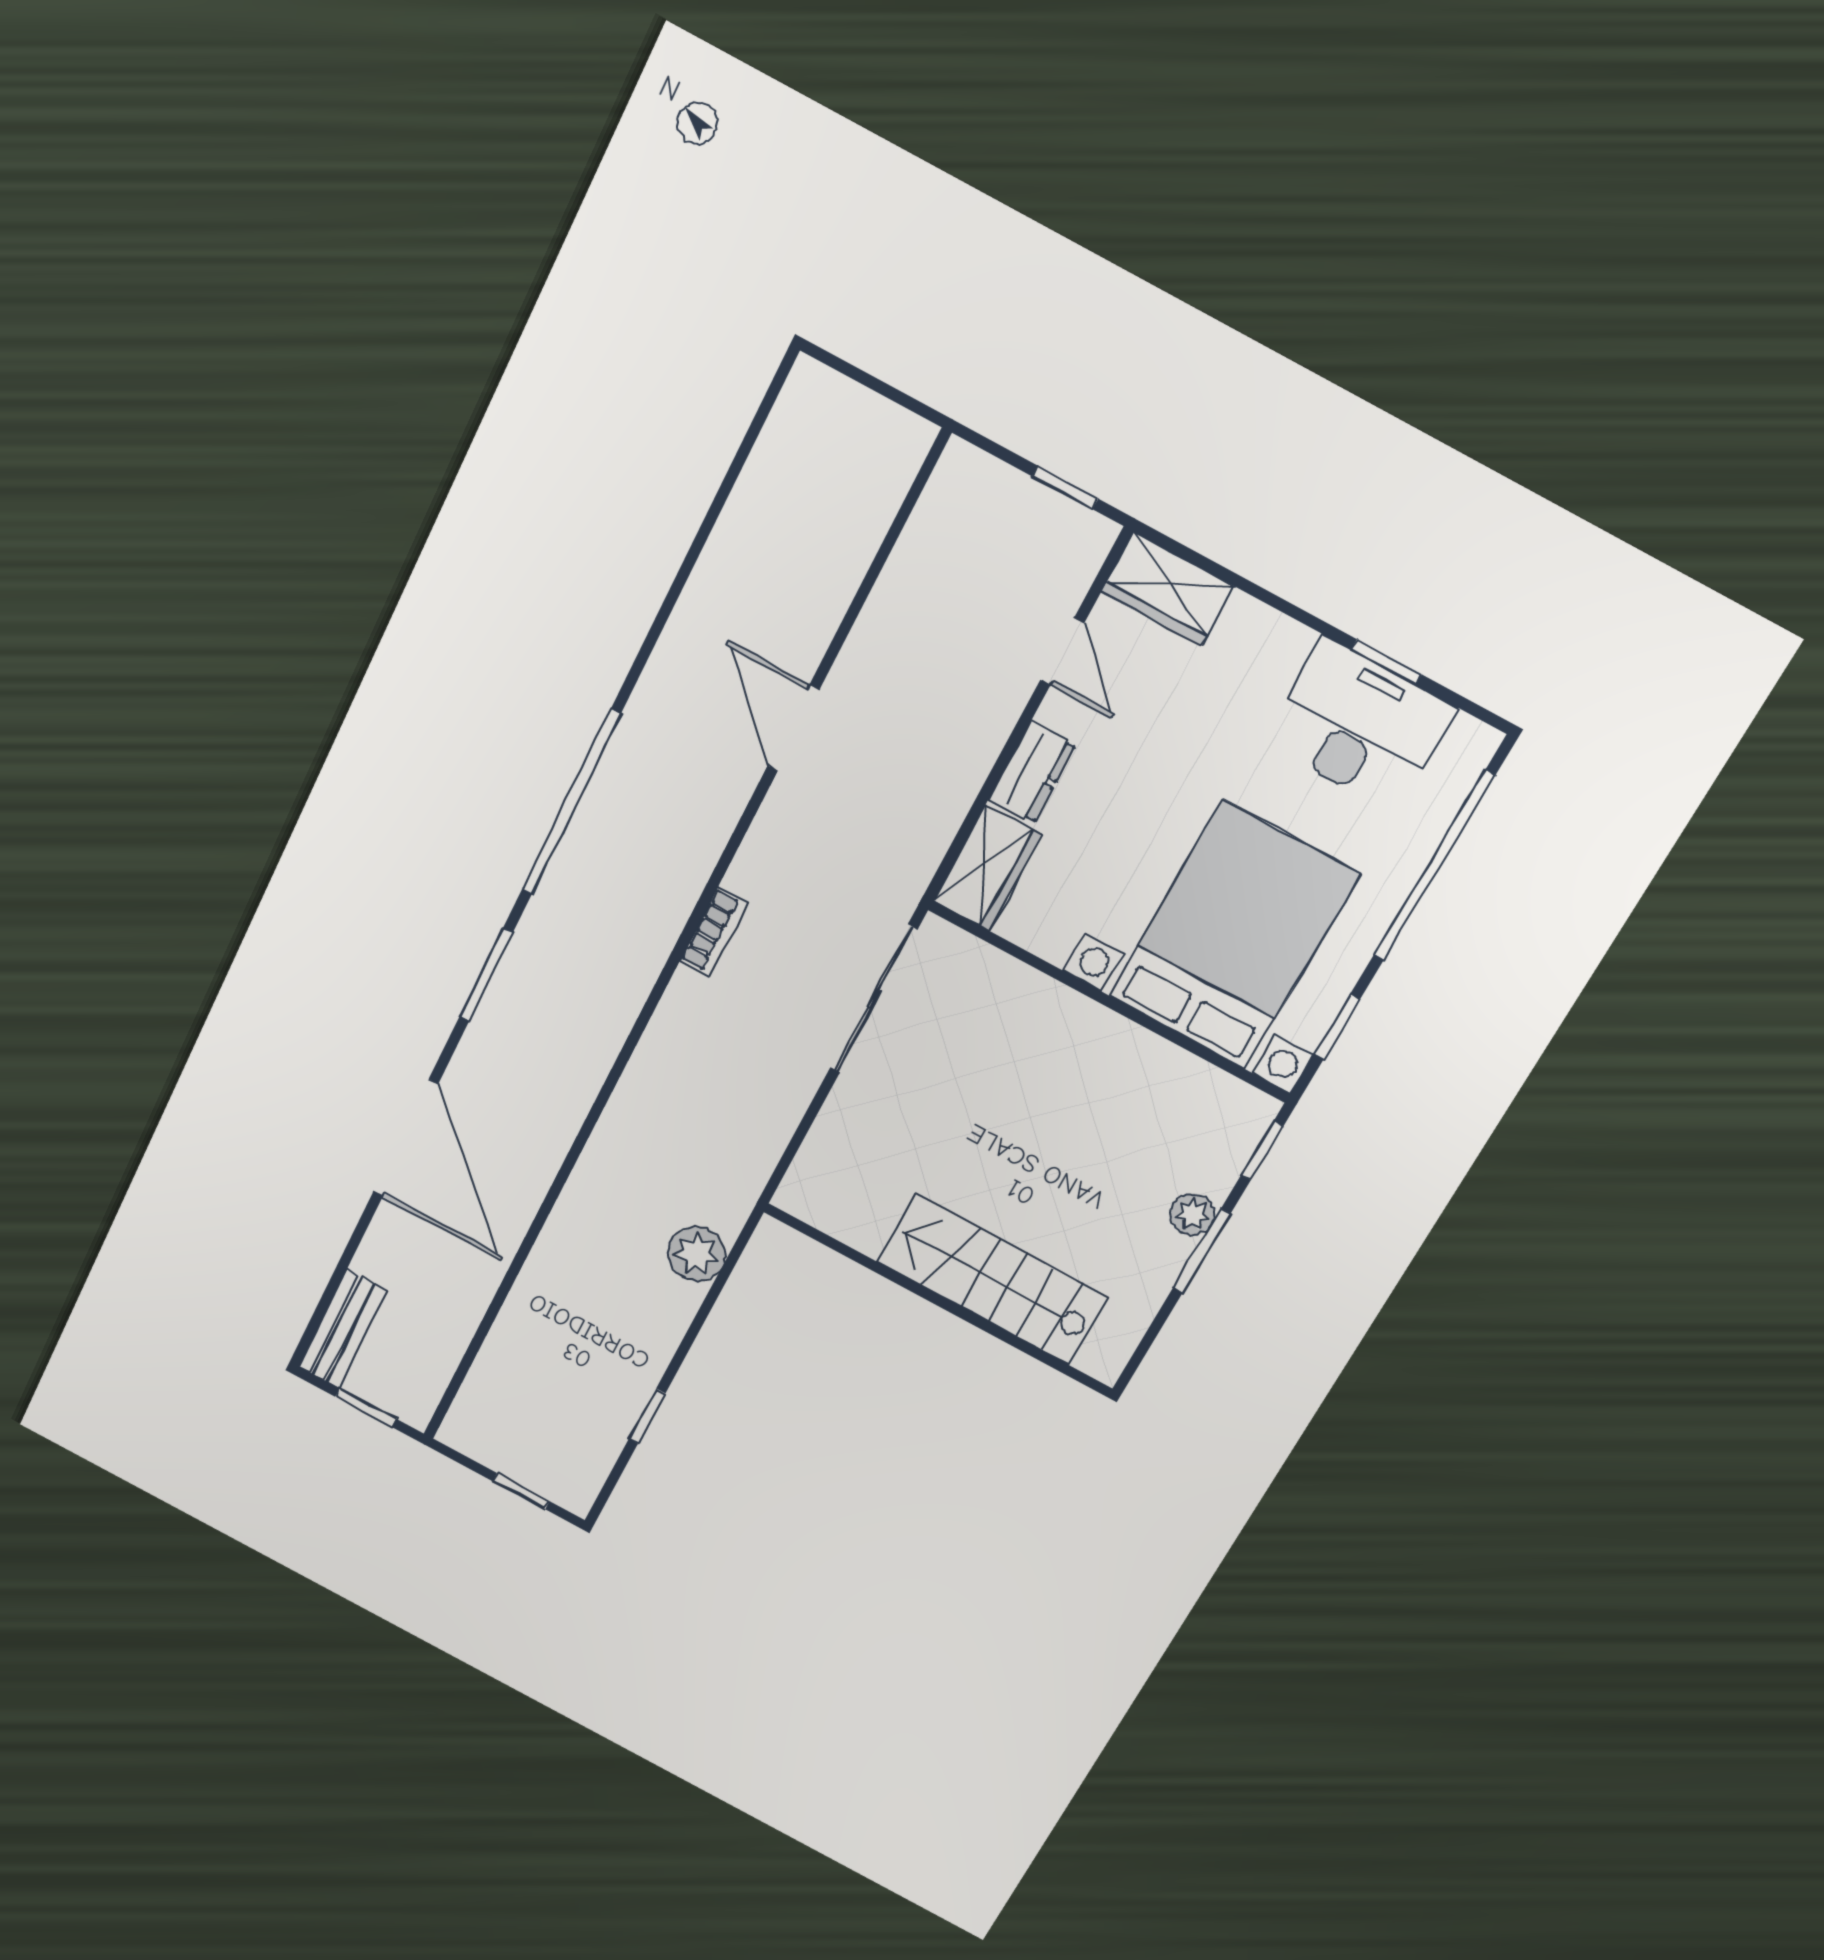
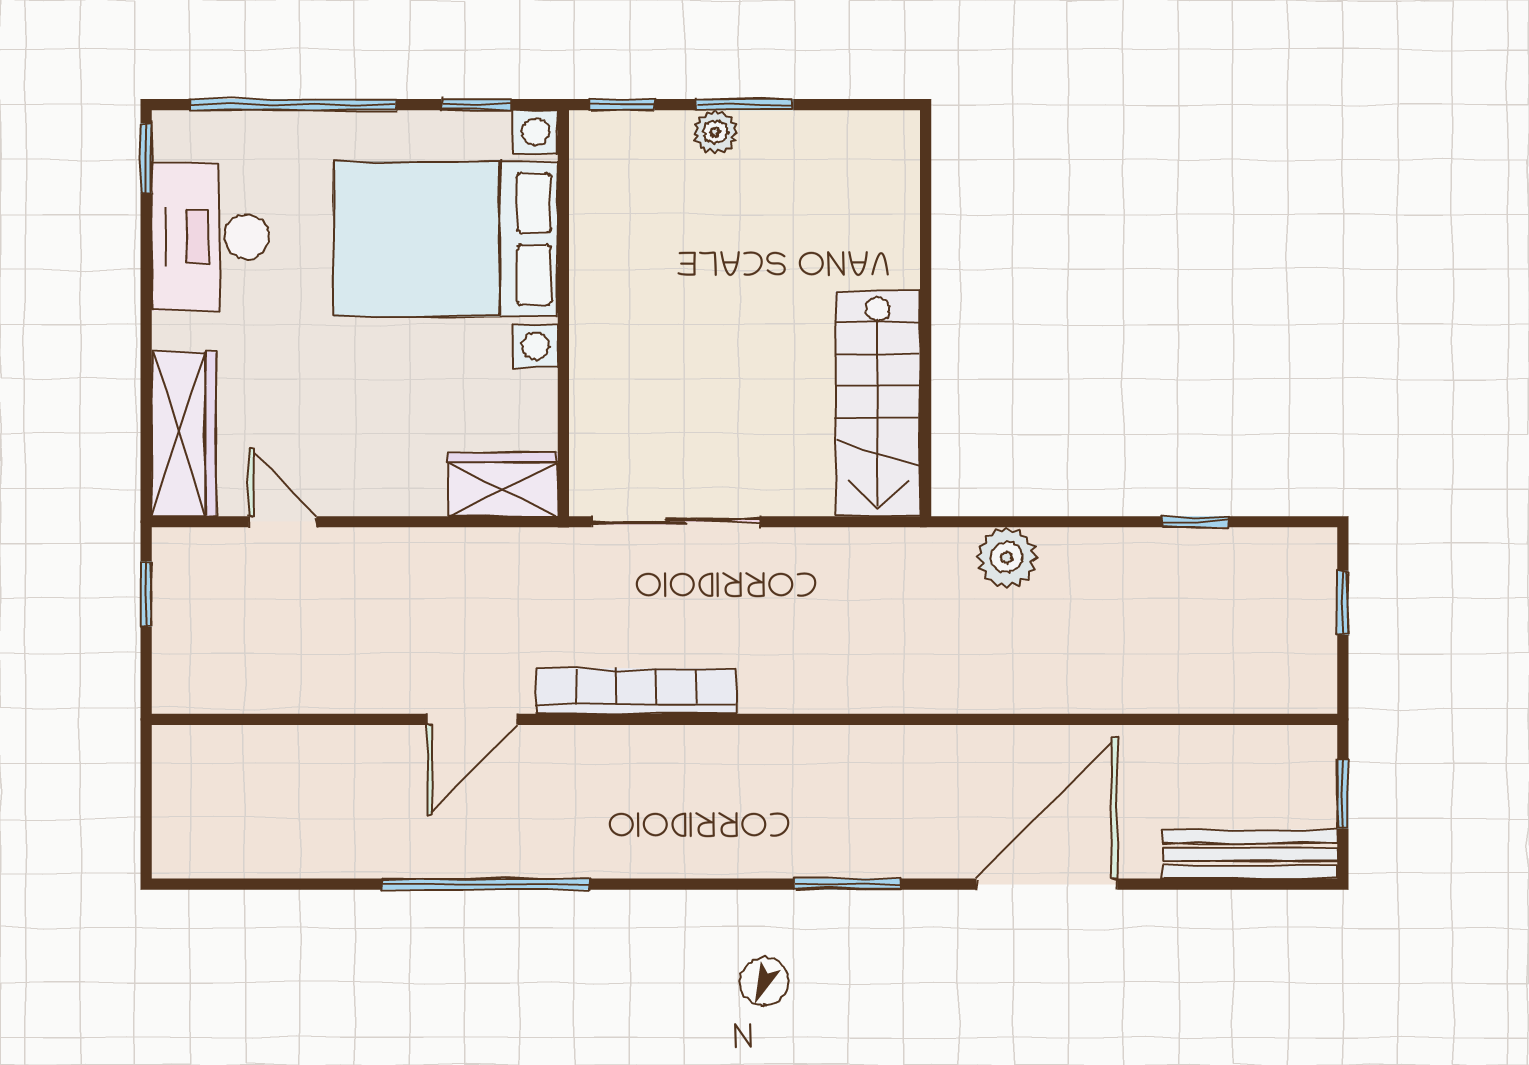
wardrobe: (1168, 589) -> (184, 434), width x1.50
door: (1062, 651) -> (283, 522), hinge flipped
window: (1386, 662) -> (146, 158), moved
dresser: (1032, 772) -> (399, 491), removed
window: (571, 803) -> (486, 884), moved
bookcase: (714, 932) -> (636, 691), width x2.31, depth x1.31
stairs: (992, 1280) -> (878, 404), moved
bench: (343, 1329) -> (1250, 854), width x1.36

